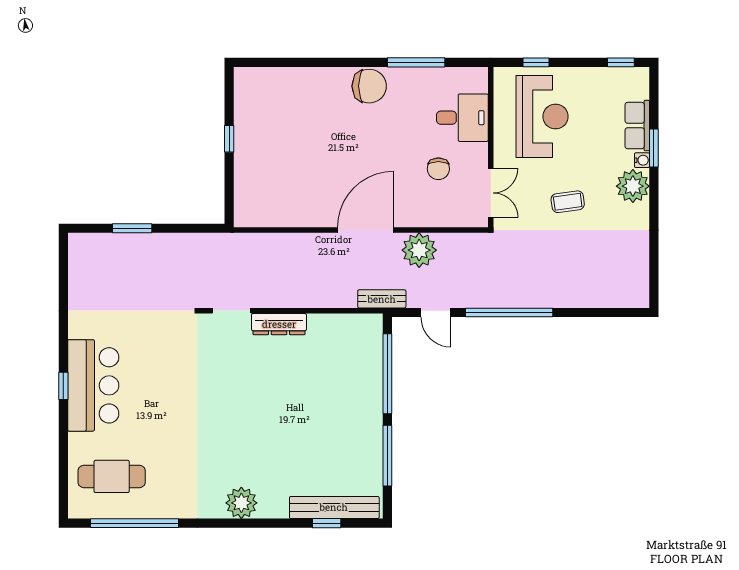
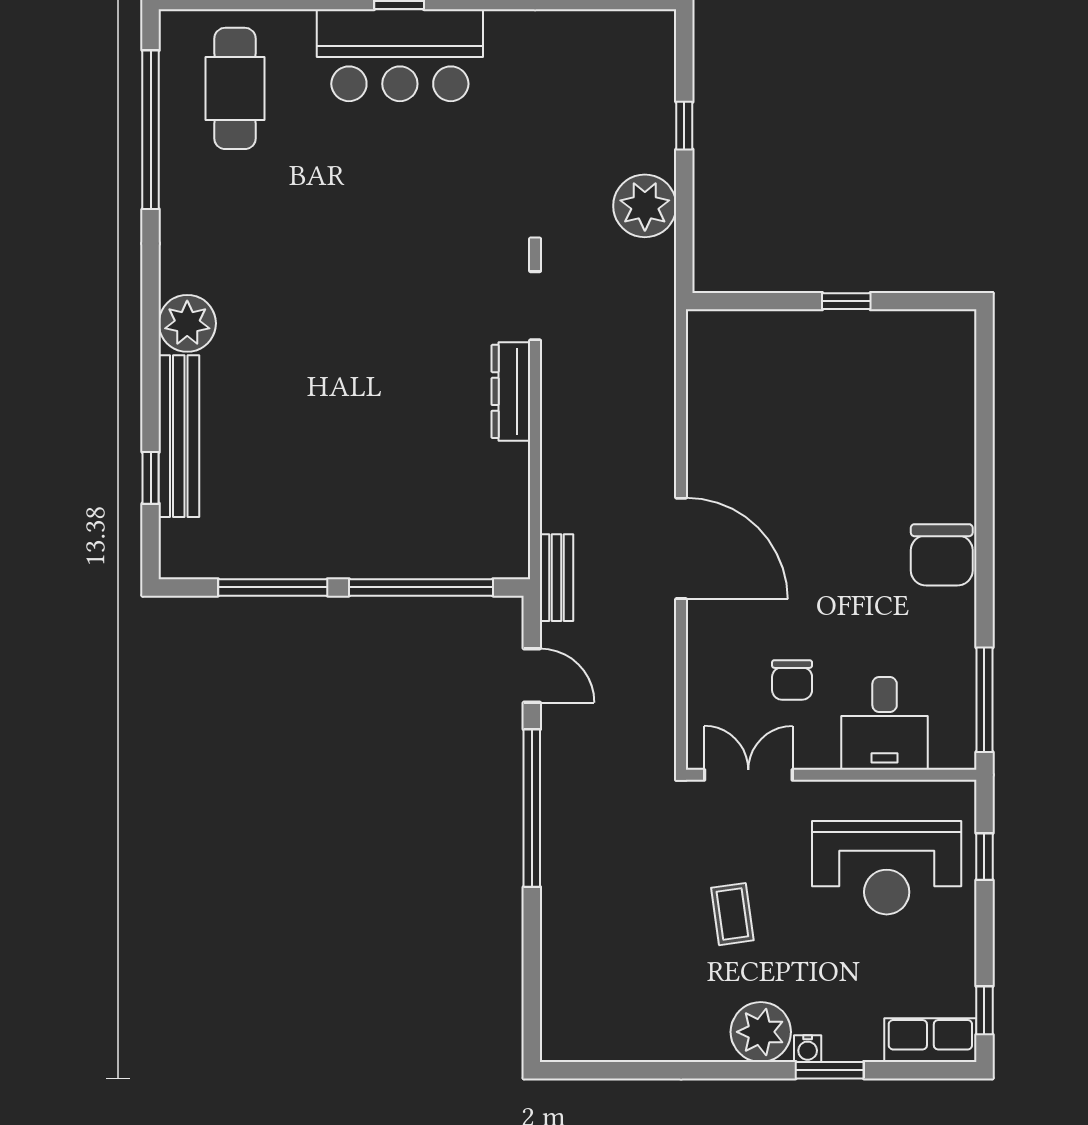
window: (416, 62) -> (984, 700), moved
row of seats: (637, 126) -> (930, 1040), moved
chair: (438, 169) -> (792, 680), turned -90
double door: (491, 193) -> (748, 775), swing flipped
window: (132, 228) -> (684, 126), width x0.67
plant: (419, 250) -> (645, 206), moved
door: (436, 313) -> (532, 675), swing flipped
bench: (334, 507) -> (179, 436), moved

